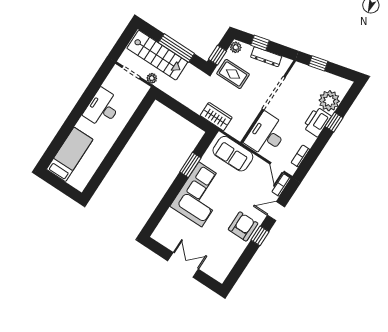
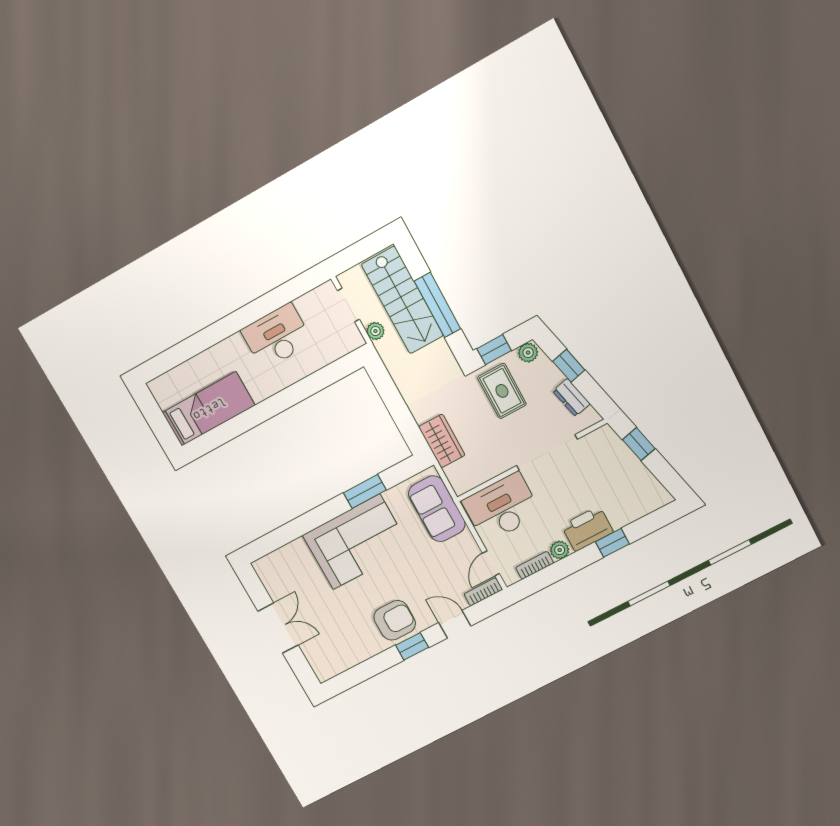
dresser: (266, 57) -> (571, 397), width x0.70
plant: (329, 101) -> (560, 550), moved, width x0.53, depth x0.53
bed: (70, 154) -> (209, 409), moved

